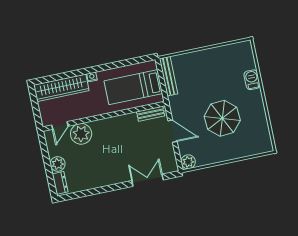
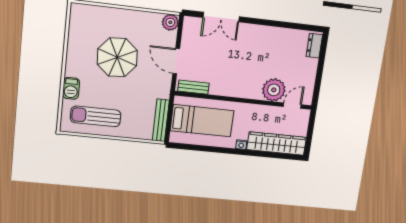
sun lounger: (224, 62) -> (96, 116), added
plant: (58, 164) -> (309, 66), removed

